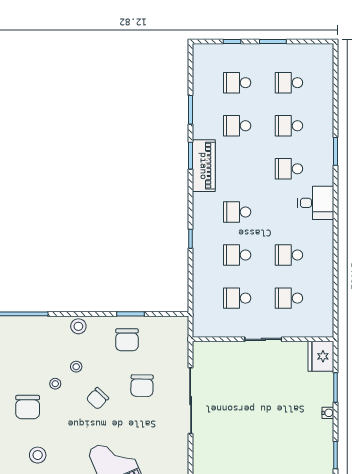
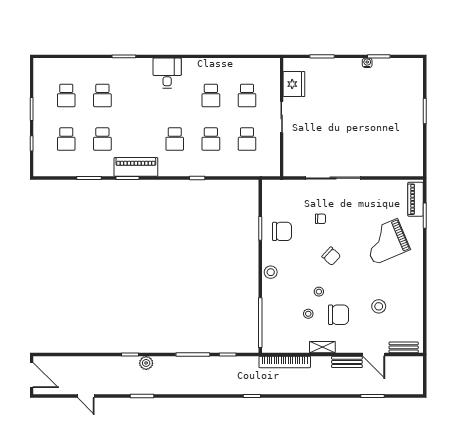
school desk: (289, 169) -> (139, 95), removed
fridge: (321, 356) -> (294, 84), moved, turned -90
stool: (76, 367) -> (308, 314), moved
chair: (142, 386) -> (321, 219), width x0.54, depth x0.54
water cooler: (328, 413) -> (367, 63), moved

